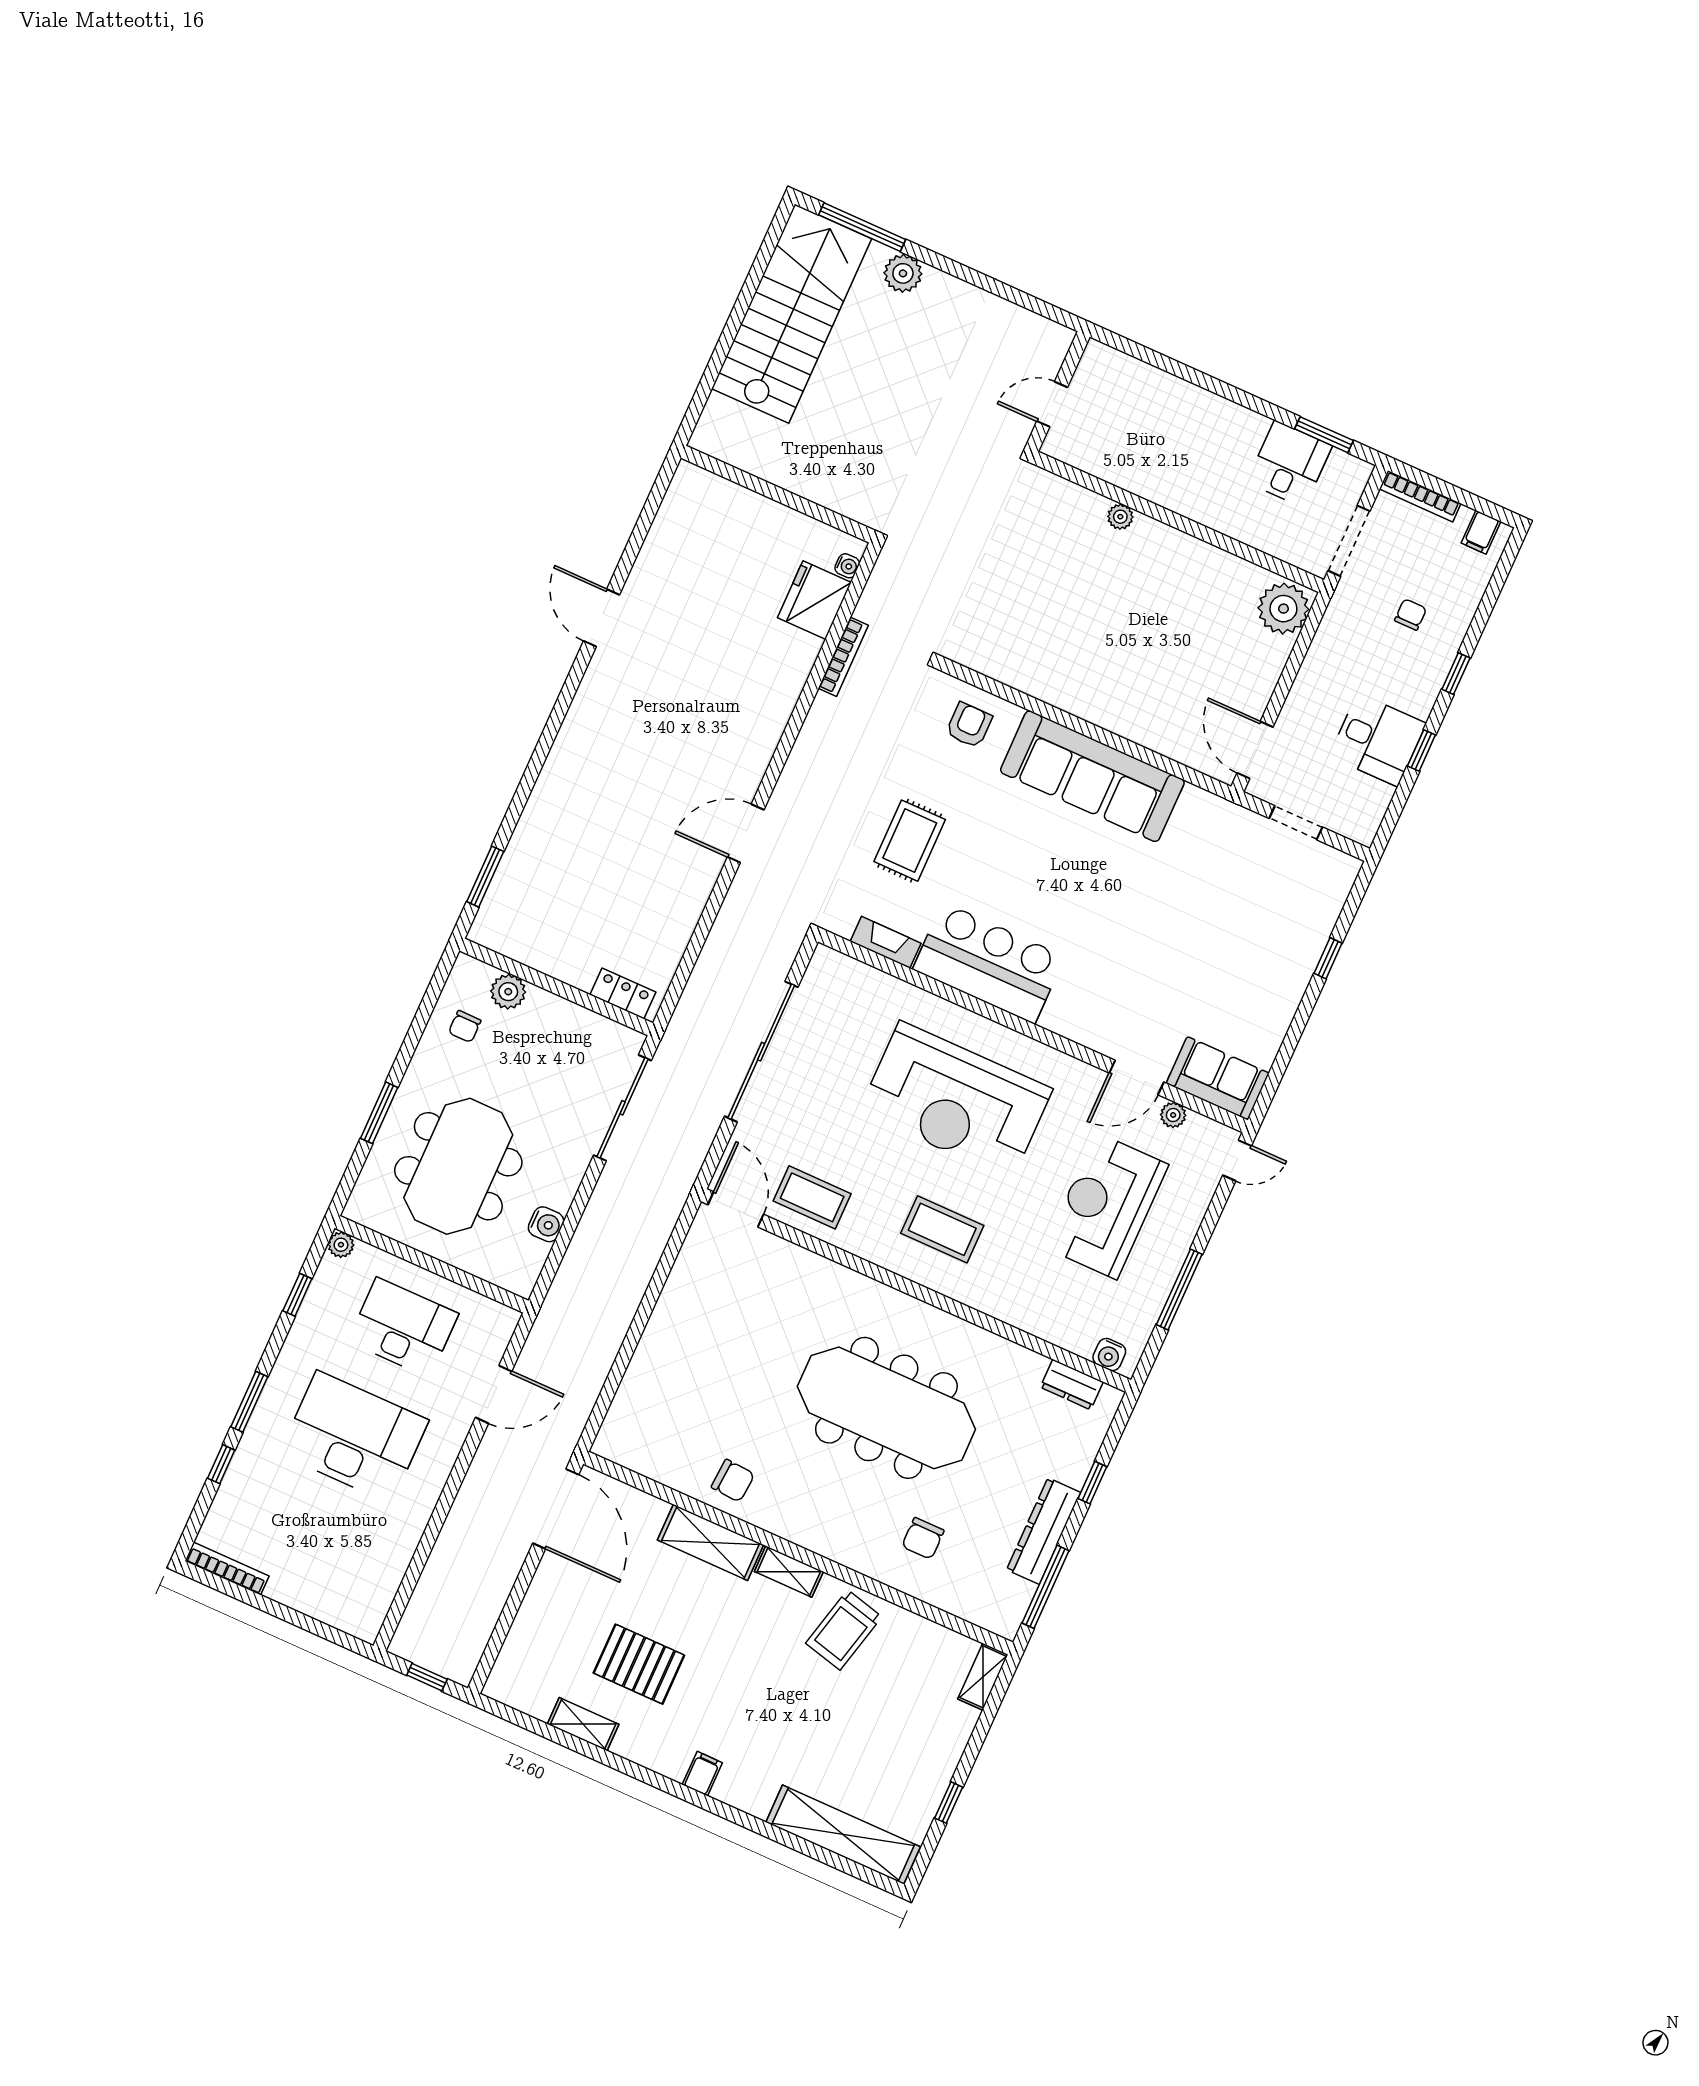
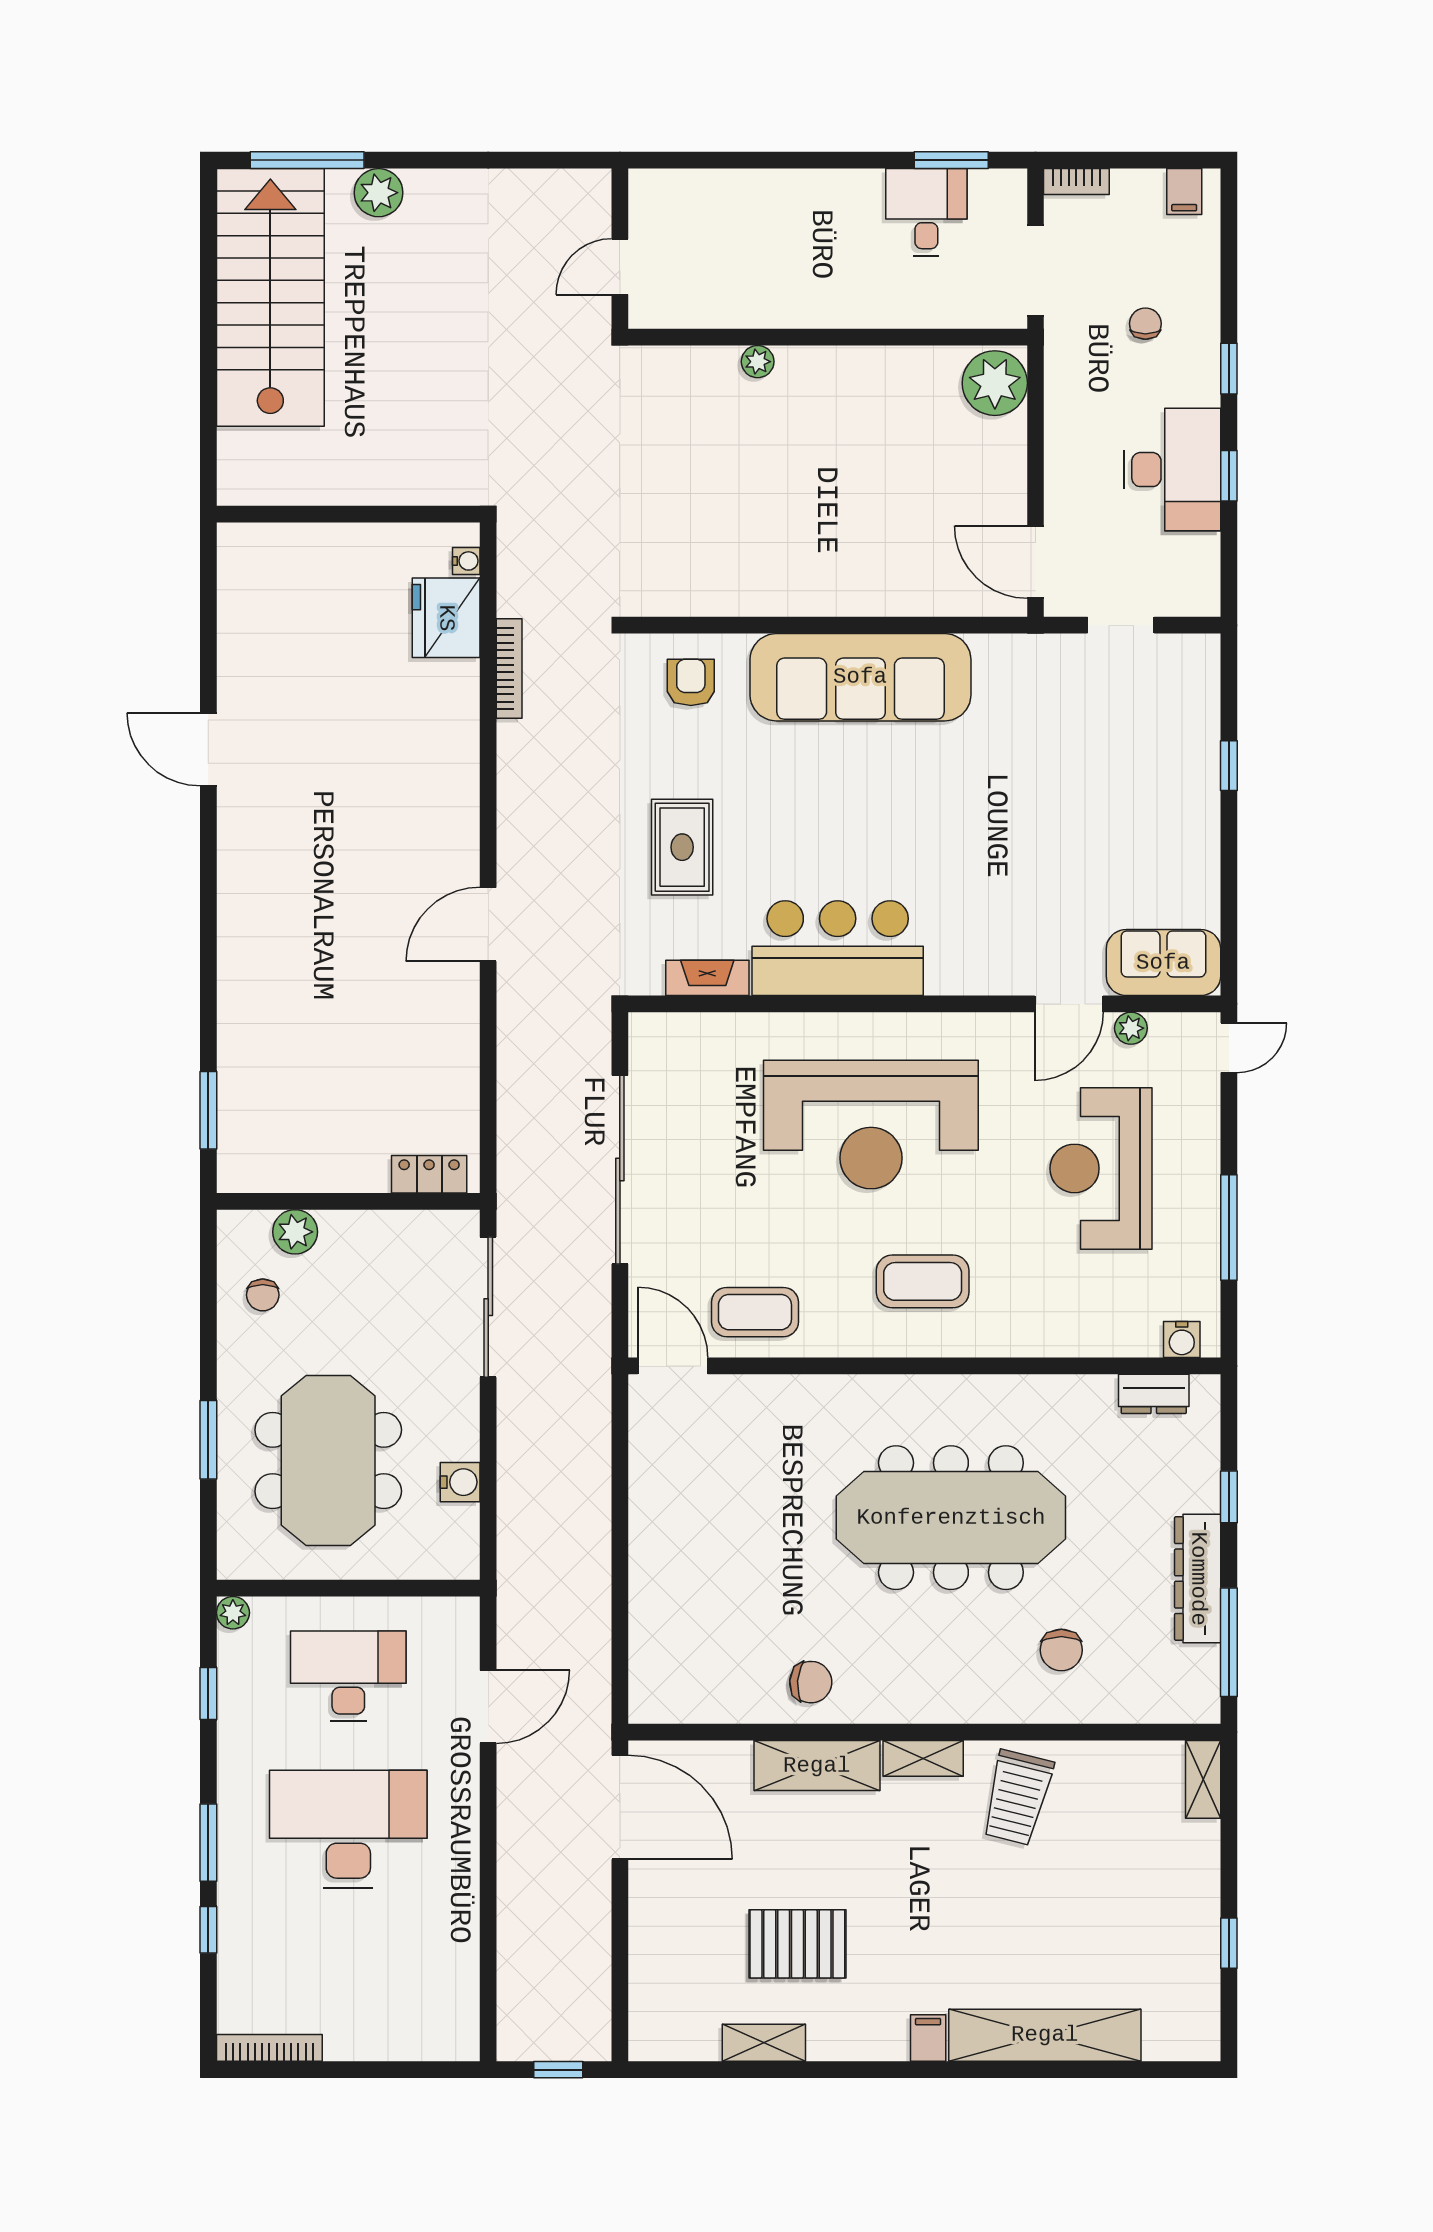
bookcase: (1420, 496) -> (1076, 182), width x0.64
desk: (1378, 740) -> (1172, 470), width x1.37
shelving: (843, 1835) -> (1045, 2035), moved

